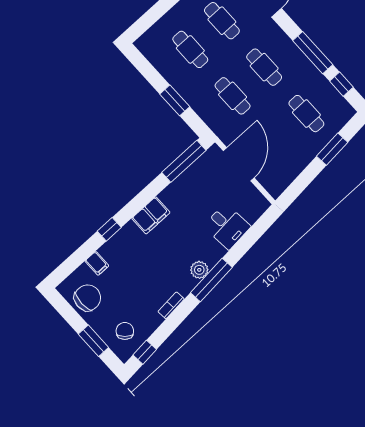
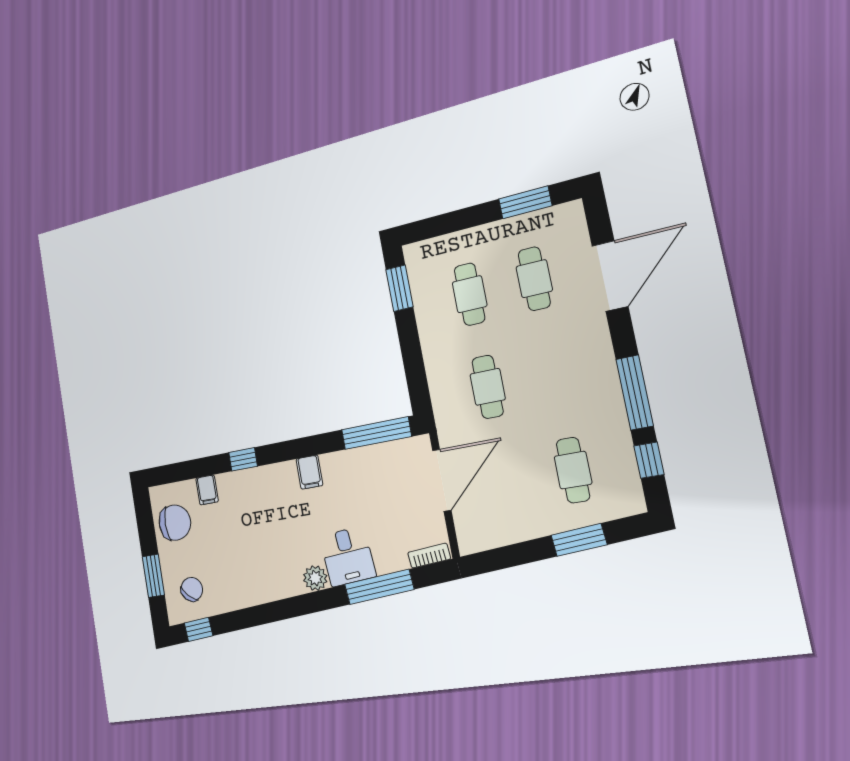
cafe table: (264, 67) -> (553, 373), removed
window: (175, 100) -> (399, 288), moved
filing cabinet: (151, 215) -> (309, 472), width x0.50
desk: (227, 226) -> (348, 556), moved
window: (211, 280) -> (379, 587), moved
bookcase: (171, 305) -> (429, 556), moved

